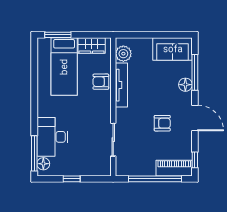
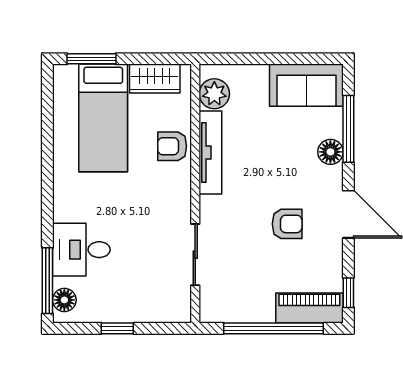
desk: (52, 137) -> (81, 250), width x0.73

